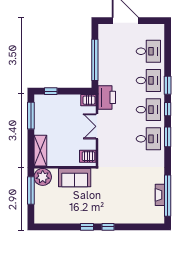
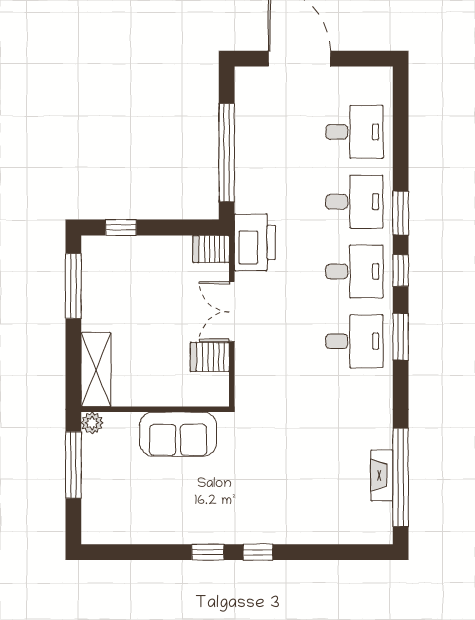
server rack: (88, 156) -> (210, 357), moved
plant: (43, 177) -> (92, 423), width x0.53, depth x0.53

